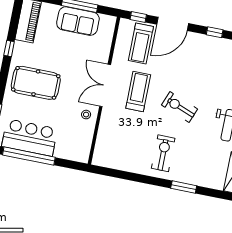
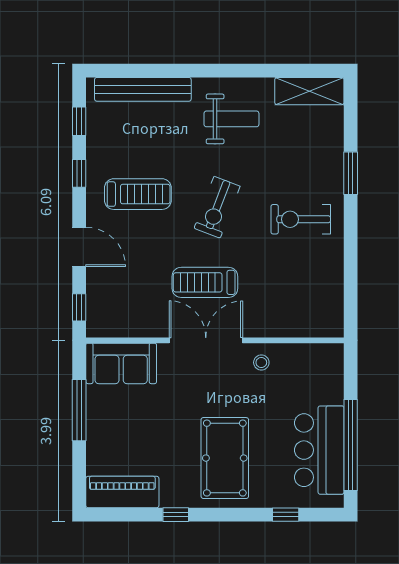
sofa: (78, 21) -> (121, 363), moved, turned 90
door: (173, 24) -> (79, 247), width x0.73
treadmill: (141, 44) -> (138, 194), moved
double door: (105, 85) -> (206, 340), swing flipped

